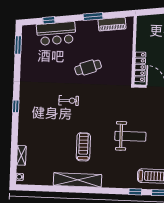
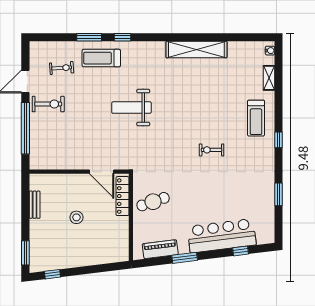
bar counter: (56, 33) -> (222, 236), width x1.36
window: (18, 45) -> (278, 194), moved
cafe table: (88, 67) -> (153, 202), moved
treadmill: (83, 147) -> (256, 118), moved

